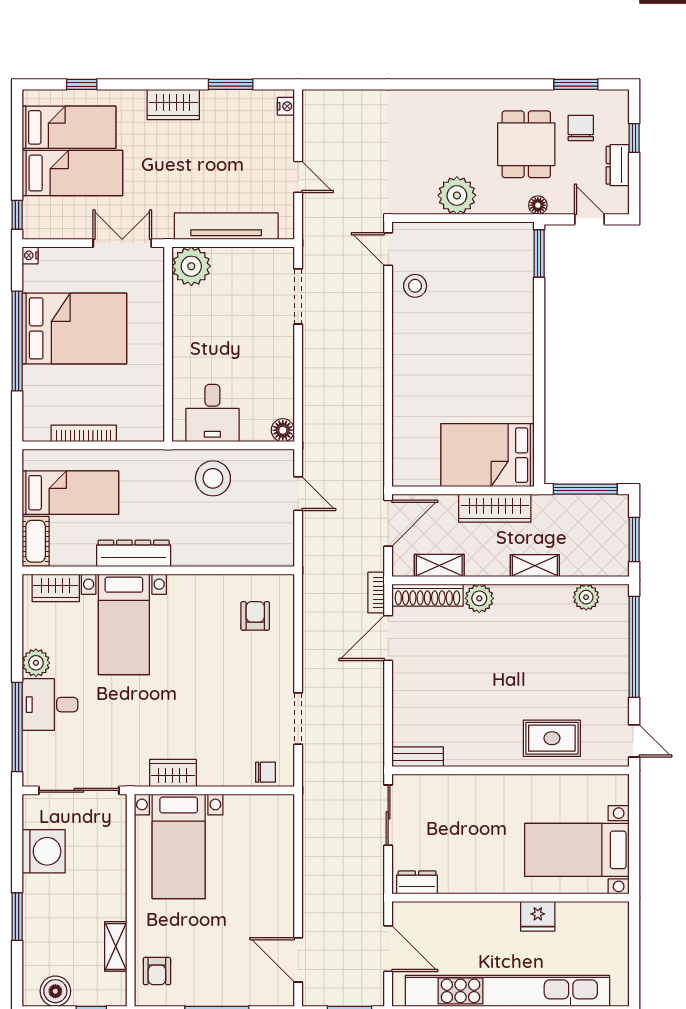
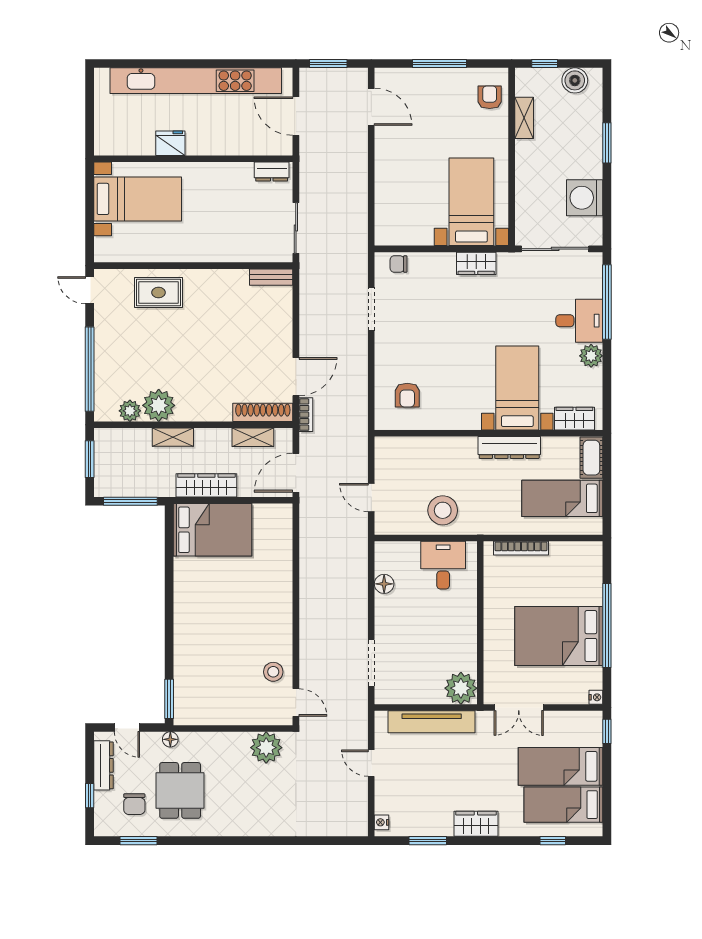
dresser: (618, 165) -> (103, 765), width x1.44
plant: (457, 195) -> (266, 748), moved
floor lamp: (283, 430) -> (384, 584), moved
bookcase: (84, 433) -> (521, 548), moved
plant: (479, 598) -> (159, 405), moved, width x1.36, depth x1.36

